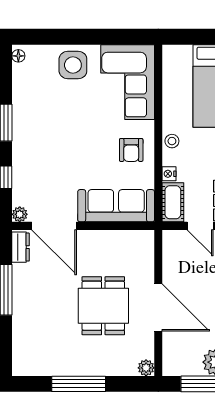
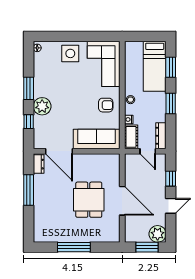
armchair: (131, 150) -> (106, 105), turned -90
plant: (20, 214) -> (42, 106), moved, width x1.87, depth x1.87
plant: (146, 368) -> (115, 237), removed

